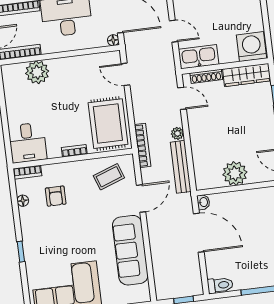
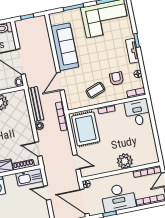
plant: (37, 72) -> (125, 161), moved
coffee table: (109, 177) -> (95, 90), moved
tv unit: (29, 236) -> (132, 51), added

